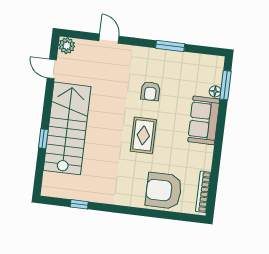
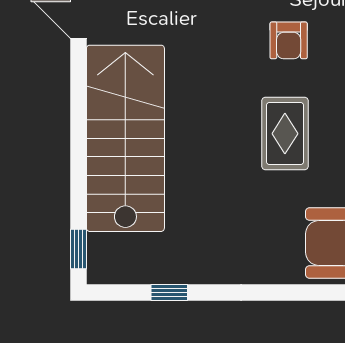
window: (43, 139) -> (78, 249), moved

